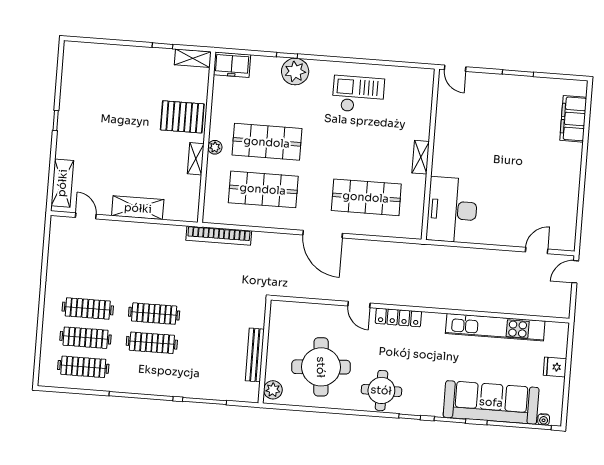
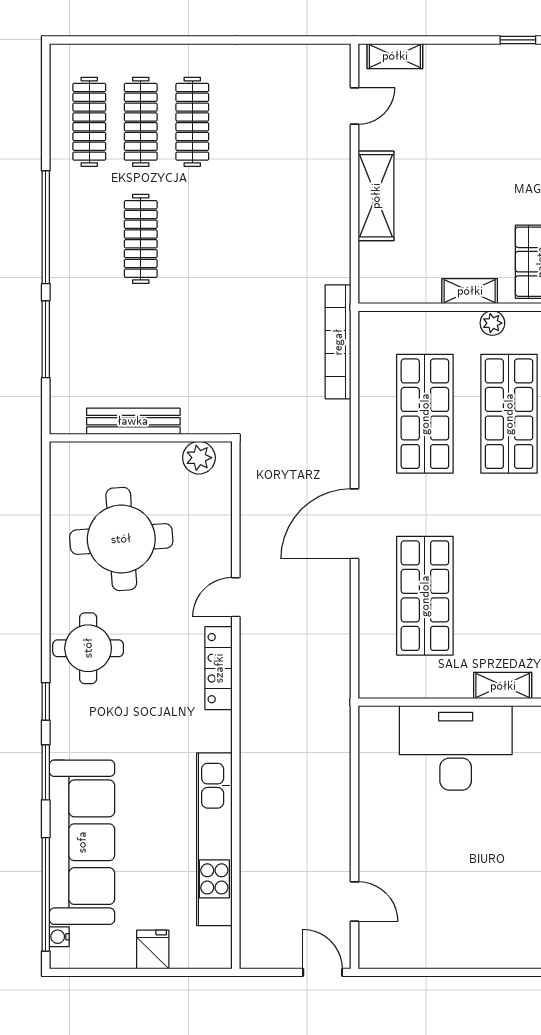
shelving: (62, 183) -> (395, 56), width x0.67, depth x0.75
desk: (452, 210) -> (456, 748), moved
clothes rail: (154, 314) -> (192, 239), removed
plant: (273, 390) -> (199, 458), moved

